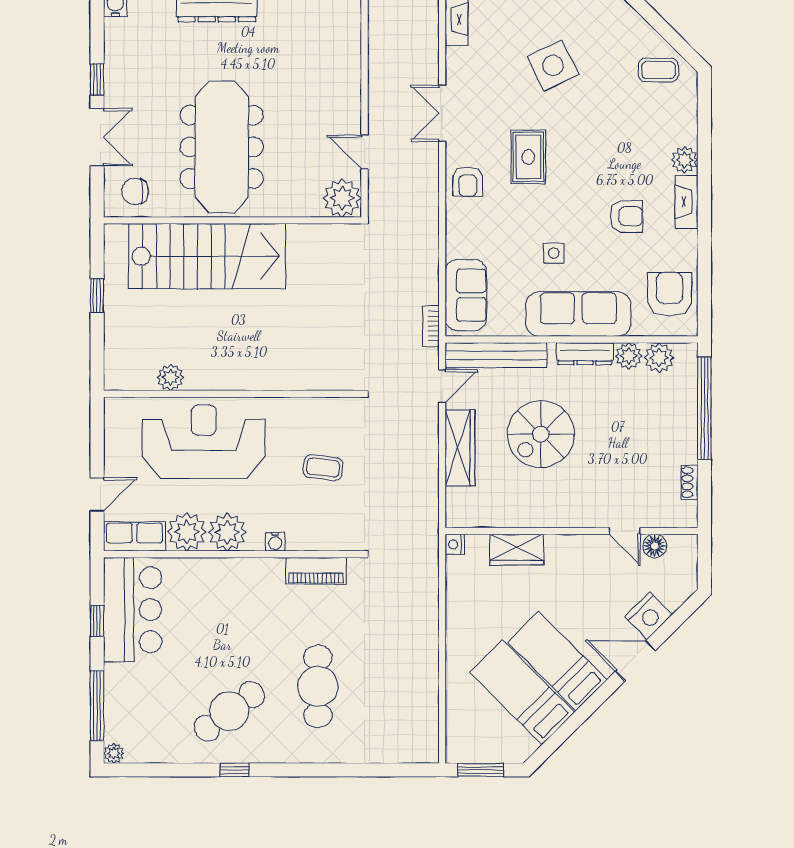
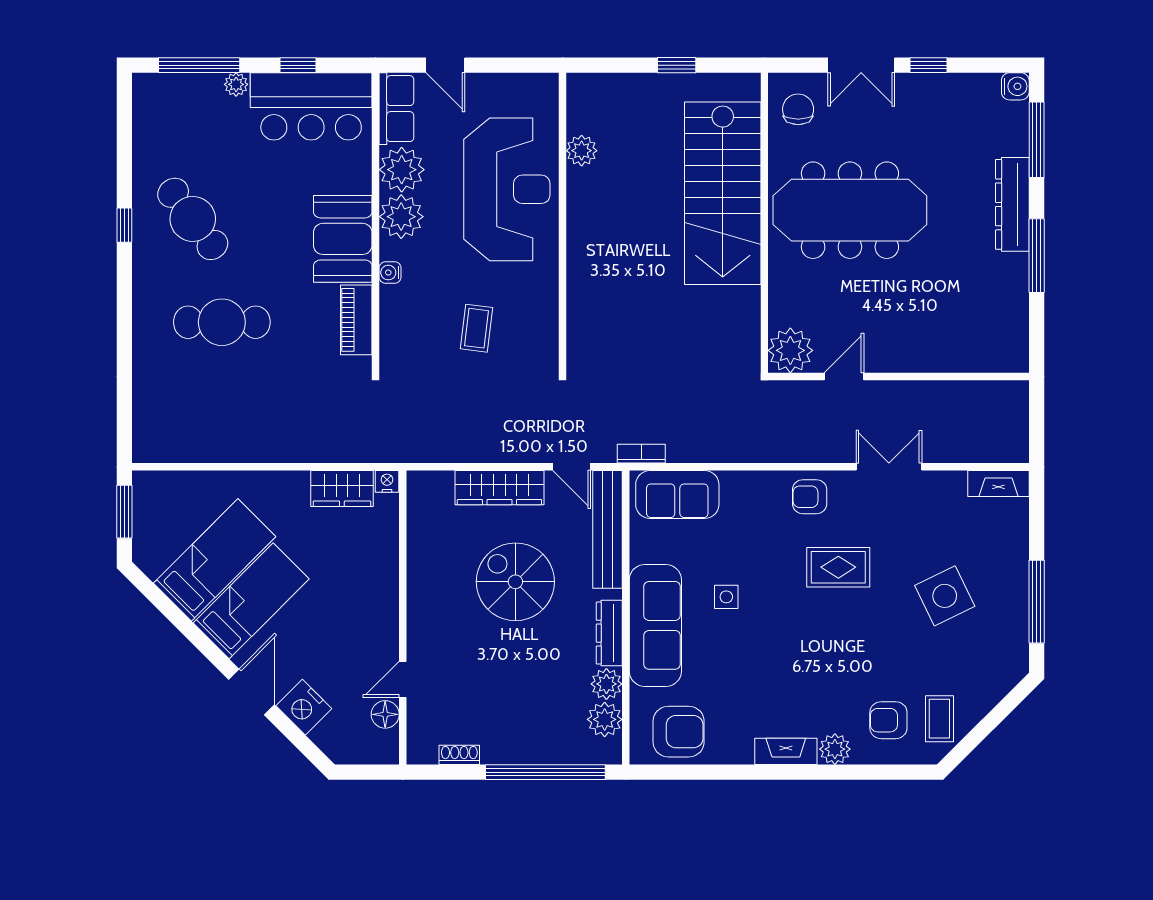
armchair: (626, 216) -> (888, 720), moved, turned 90
wardrobe: (517, 550) -> (342, 489), moved, turned -90
booth: (246, 582) -> (343, 239), added
plant: (114, 753) -> (236, 84), moved

